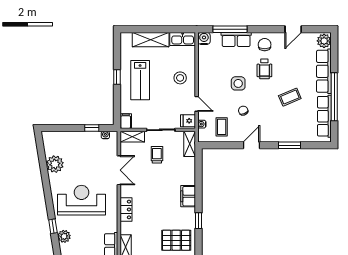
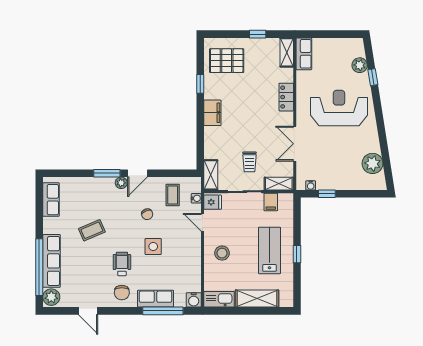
door: (293, 29) -> (88, 311), swing flipped
window: (334, 97) -> (39, 267), moved
row of seats: (324, 116) -> (51, 200), width x0.68
filing cabinet: (126, 121) -> (271, 202), moved
plant: (265, 137) -> (121, 183), added
window: (290, 145) -> (107, 173), moved
plant: (55, 164) -> (372, 163), moved
reception desk: (81, 200) -> (339, 108), turned 180

